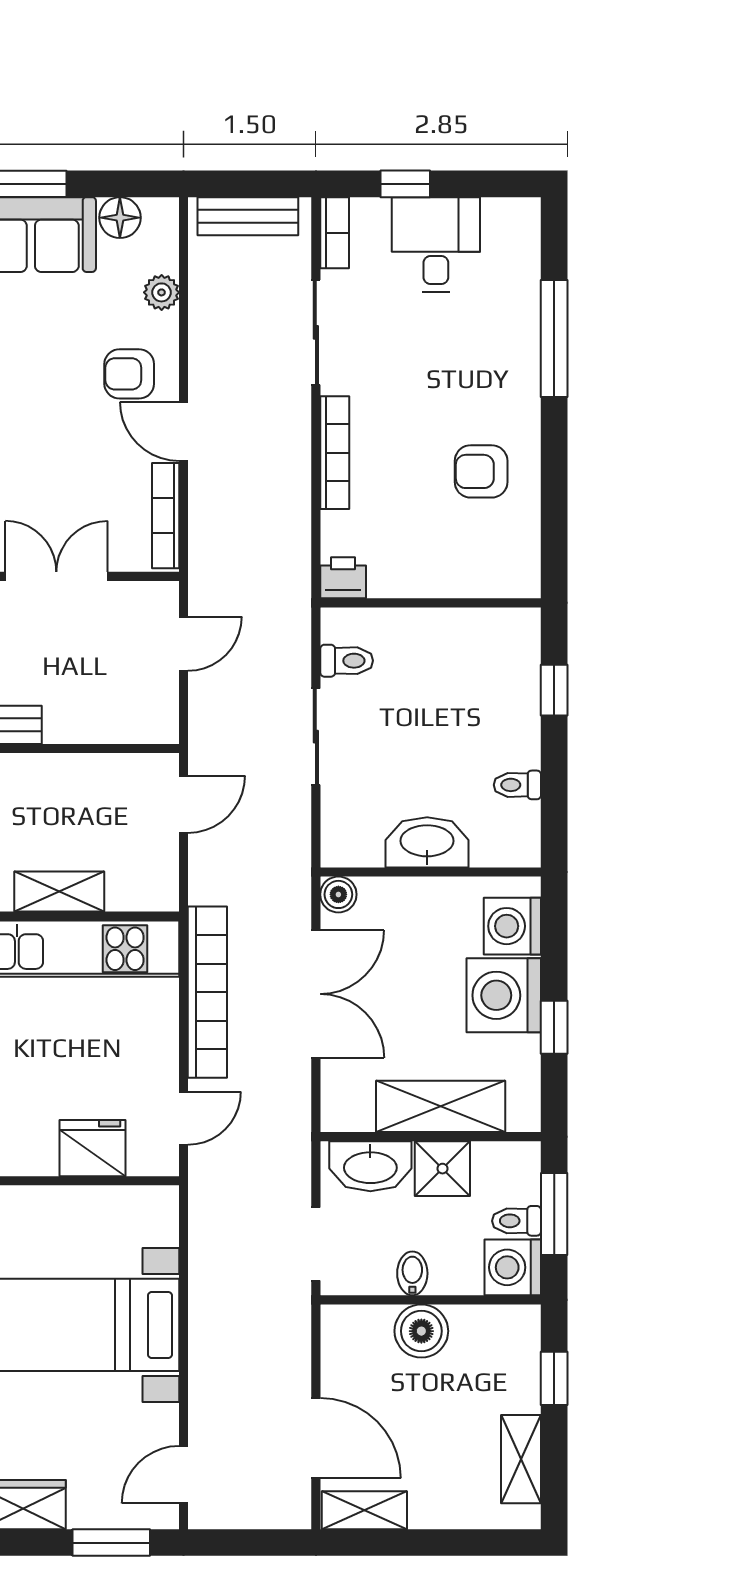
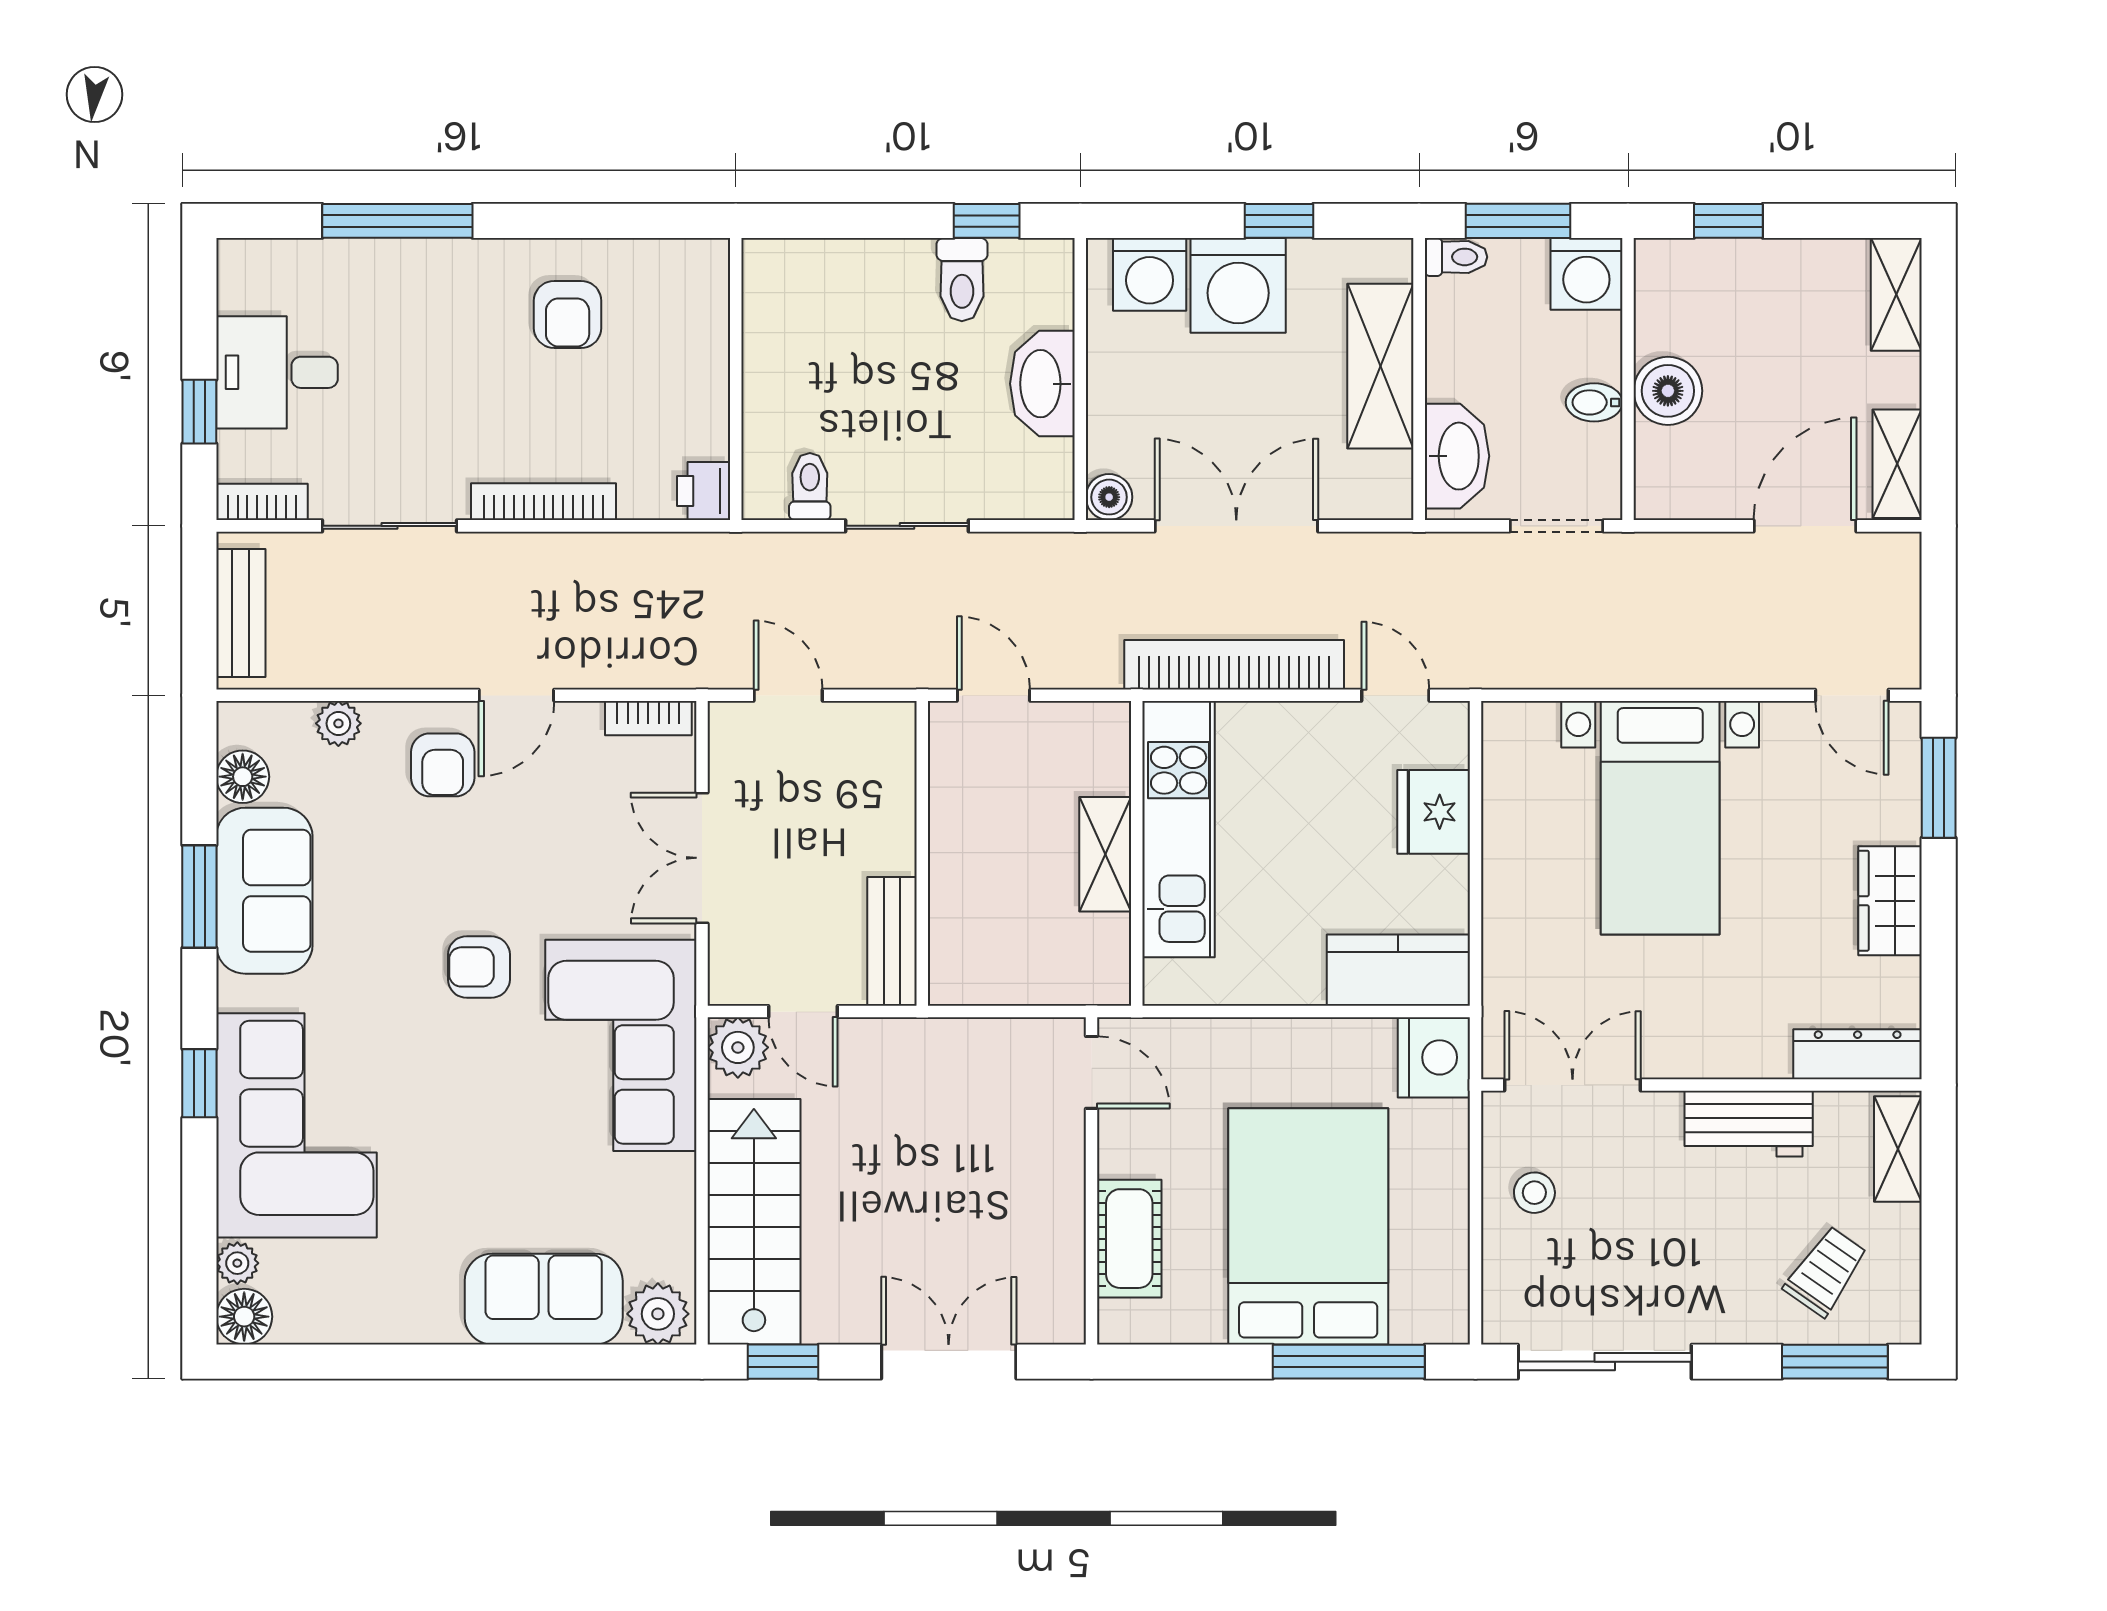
bookcase: (166, 516) -> (648, 718), width x0.64
window: (554, 690) -> (987, 221), moved
toilet: (517, 785) -> (962, 280), width x1.37, depth x1.39
shower: (442, 1169) -> (1460, 364), removed
toilet: (517, 1221) -> (1456, 257), moved, turned -90
shelving: (521, 1459) -> (1896, 294), moved, turned 90

